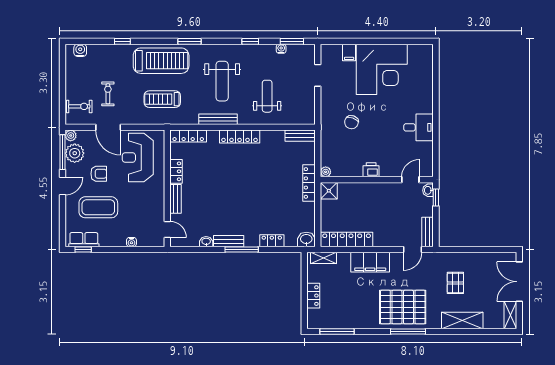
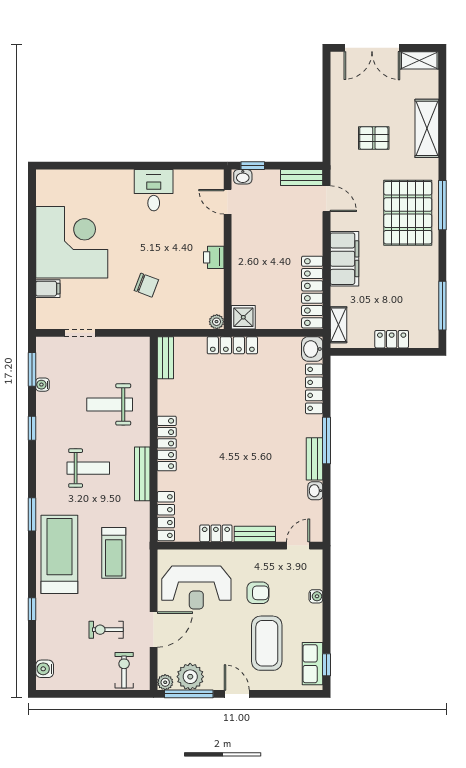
weight bench: (222, 81) -> (88, 468), width x0.73, depth x0.75
armchair: (99, 174) -> (258, 593), moved, turned 90
locker: (272, 241) -> (314, 389), width x1.53

